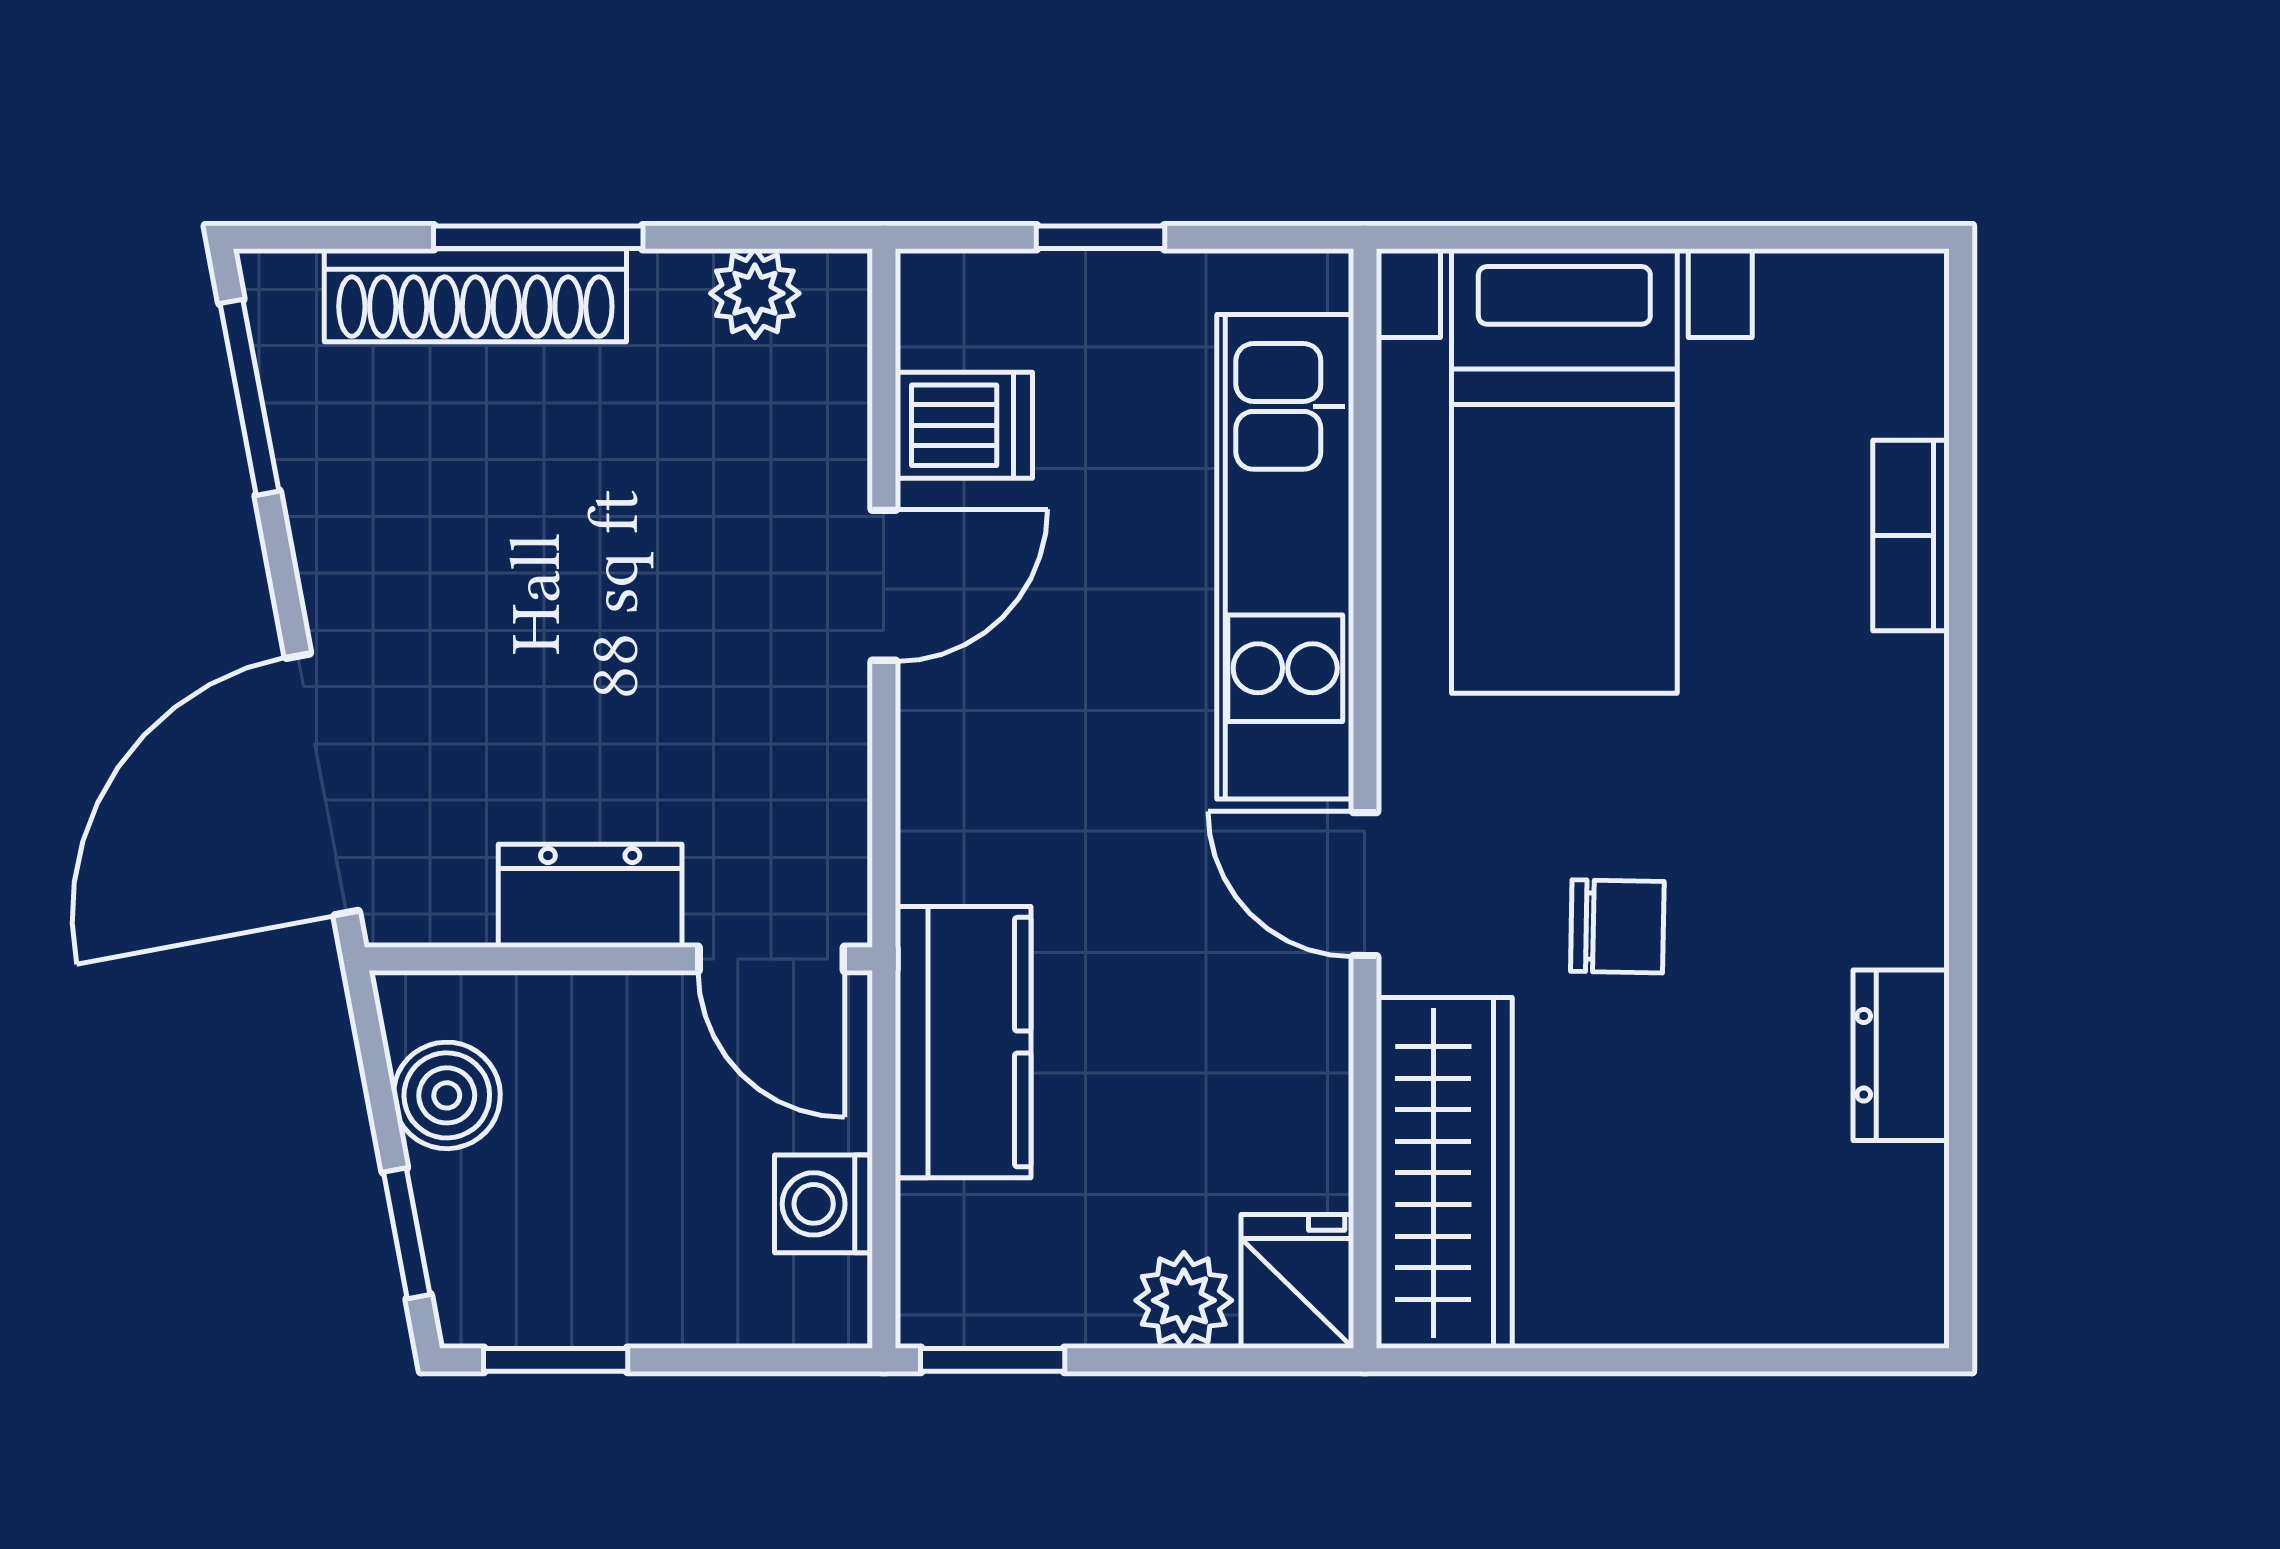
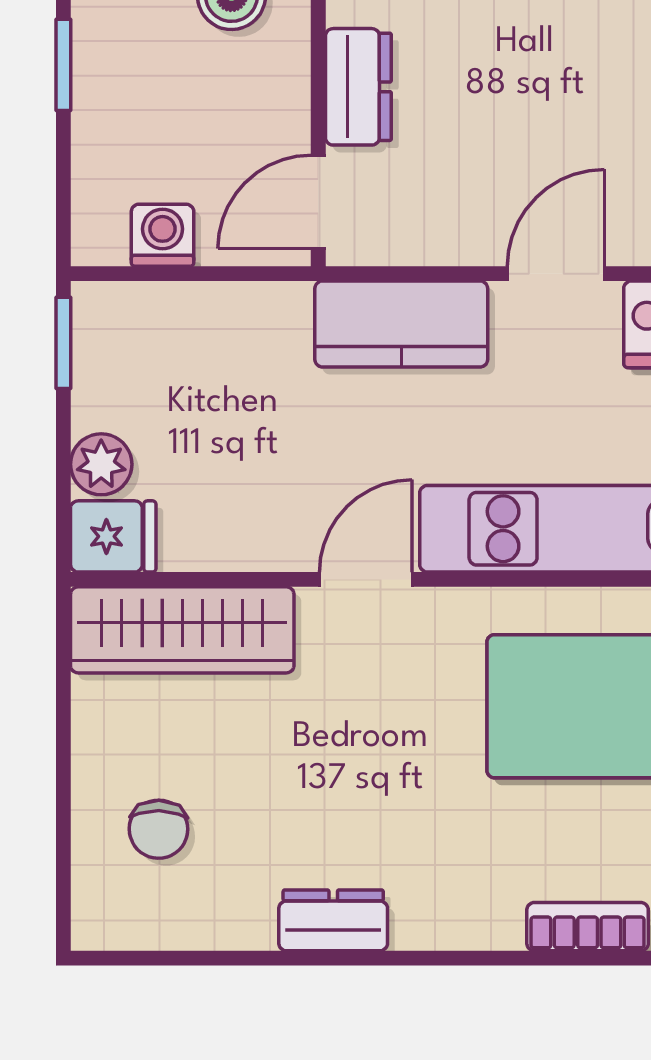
door: (884, 585) -> (556, 274), swing flipped
chair: (1617, 926) -> (158, 829), moved
kitchen counter: (963, 1042) -> (401, 324), moved
dresser: (1901, 1055) -> (333, 920), moved

